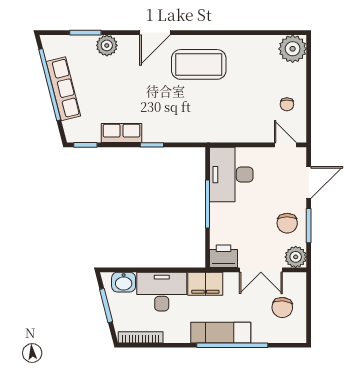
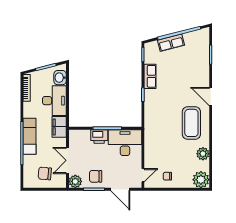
plant: (107, 45) -> (203, 154), moved
row of seats: (63, 89) -> (171, 43), width x0.68
printer: (224, 256) -> (99, 136), moved, turned 90

